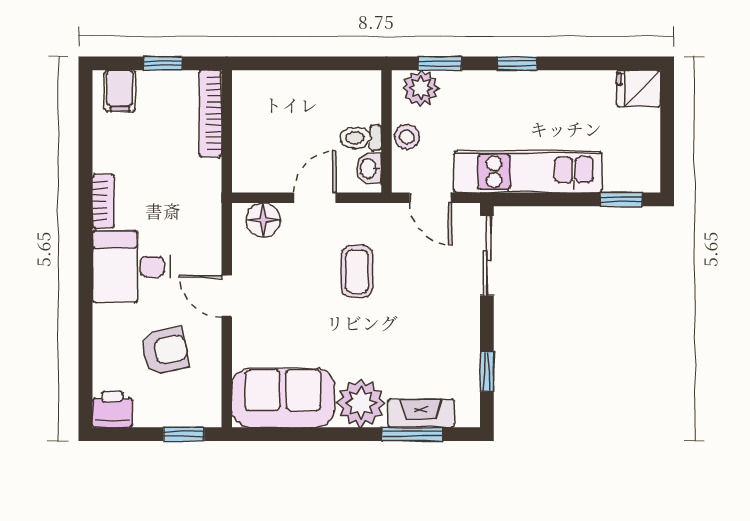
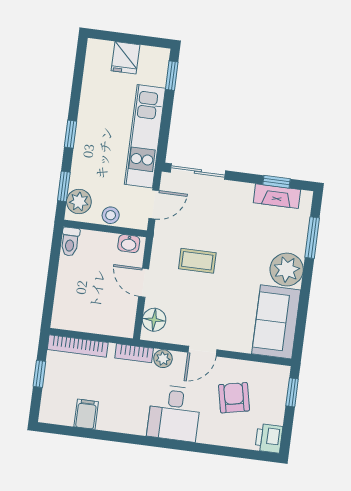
fridge: (638, 89) -> (125, 58), moved
filing cabinet: (120, 91) -> (86, 414), moved, turned -90
toilet: (361, 138) -> (70, 242), moved
bookcase: (103, 201) -> (134, 353), moved, turned 180
plant: (208, 240) -> (163, 359), added
fireplace: (421, 413) -> (277, 196), moved, turned -90

